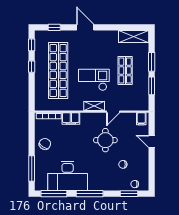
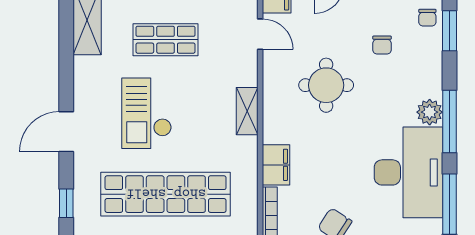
checkout: (94, 80) -> (147, 113), moved
door: (113, 112) -> (260, 34), moved
plant: (94, 185) -> (430, 112), added

